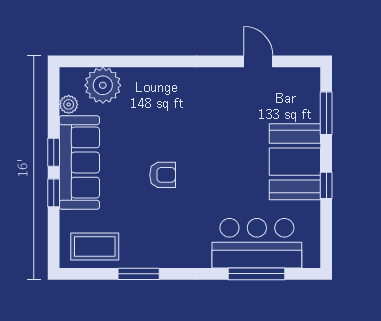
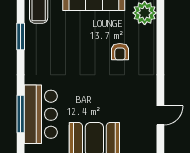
armchair: (163, 175) -> (120, 52), moved

